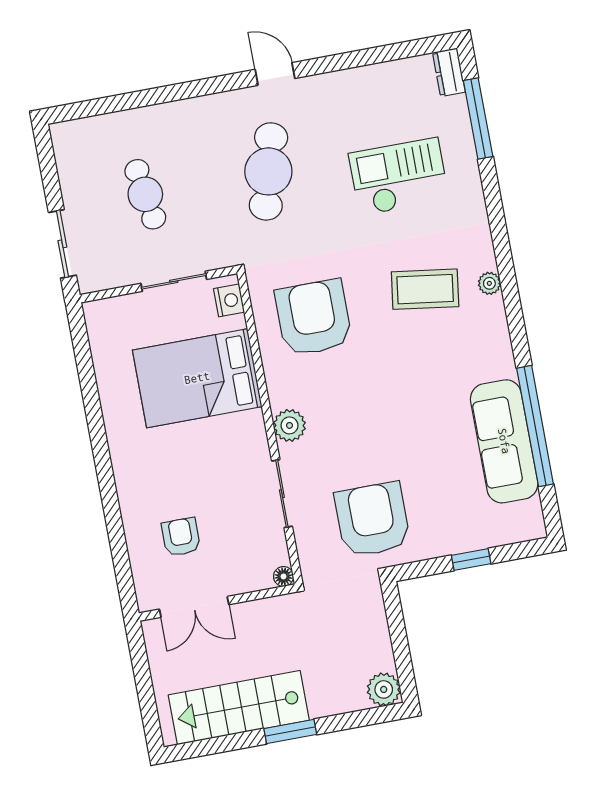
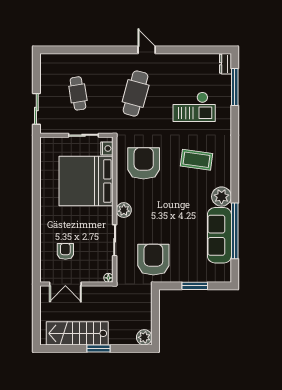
checkout: (399, 177) -> (194, 107), turned 180
plant: (489, 283) -> (222, 197), moved, width x1.87, depth x1.87
bed: (197, 378) -> (86, 181), width x1.36
window: (471, 560) -> (195, 286), width x1.50

